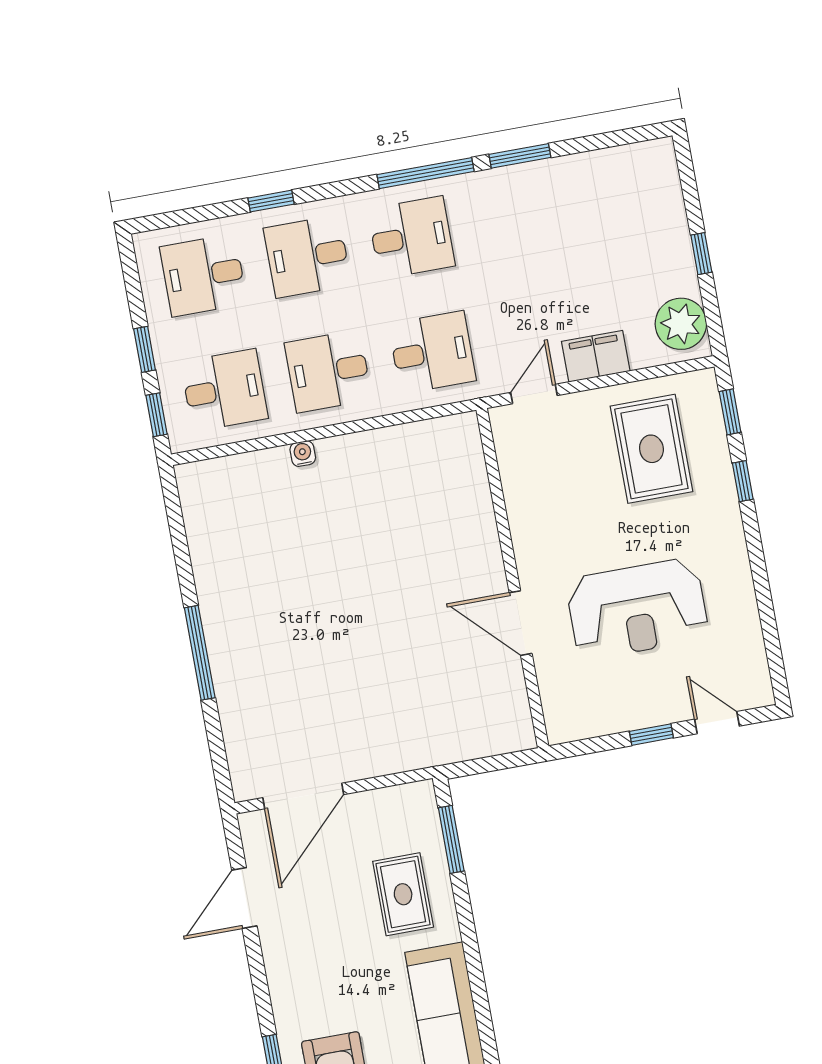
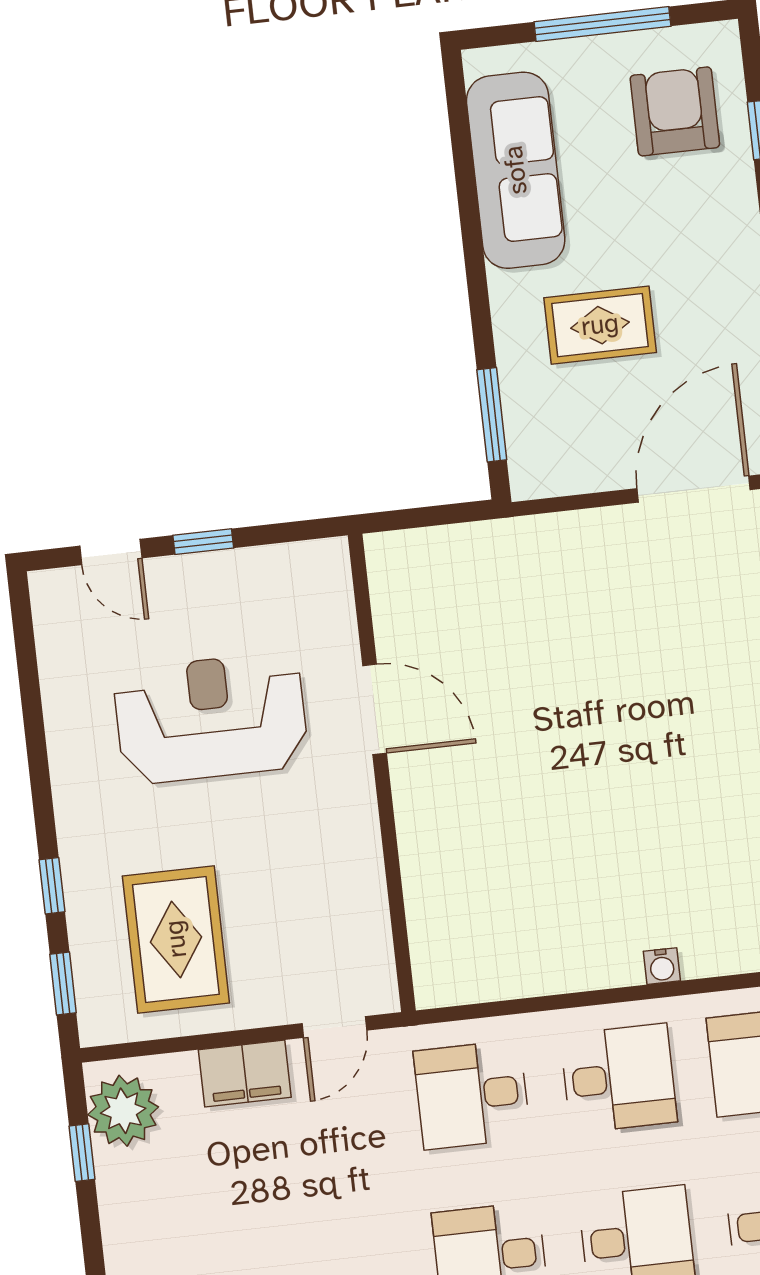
window: (701, 254) -> (82, 1153), moved
rug: (403, 894) -> (600, 325), moved, turned 90

